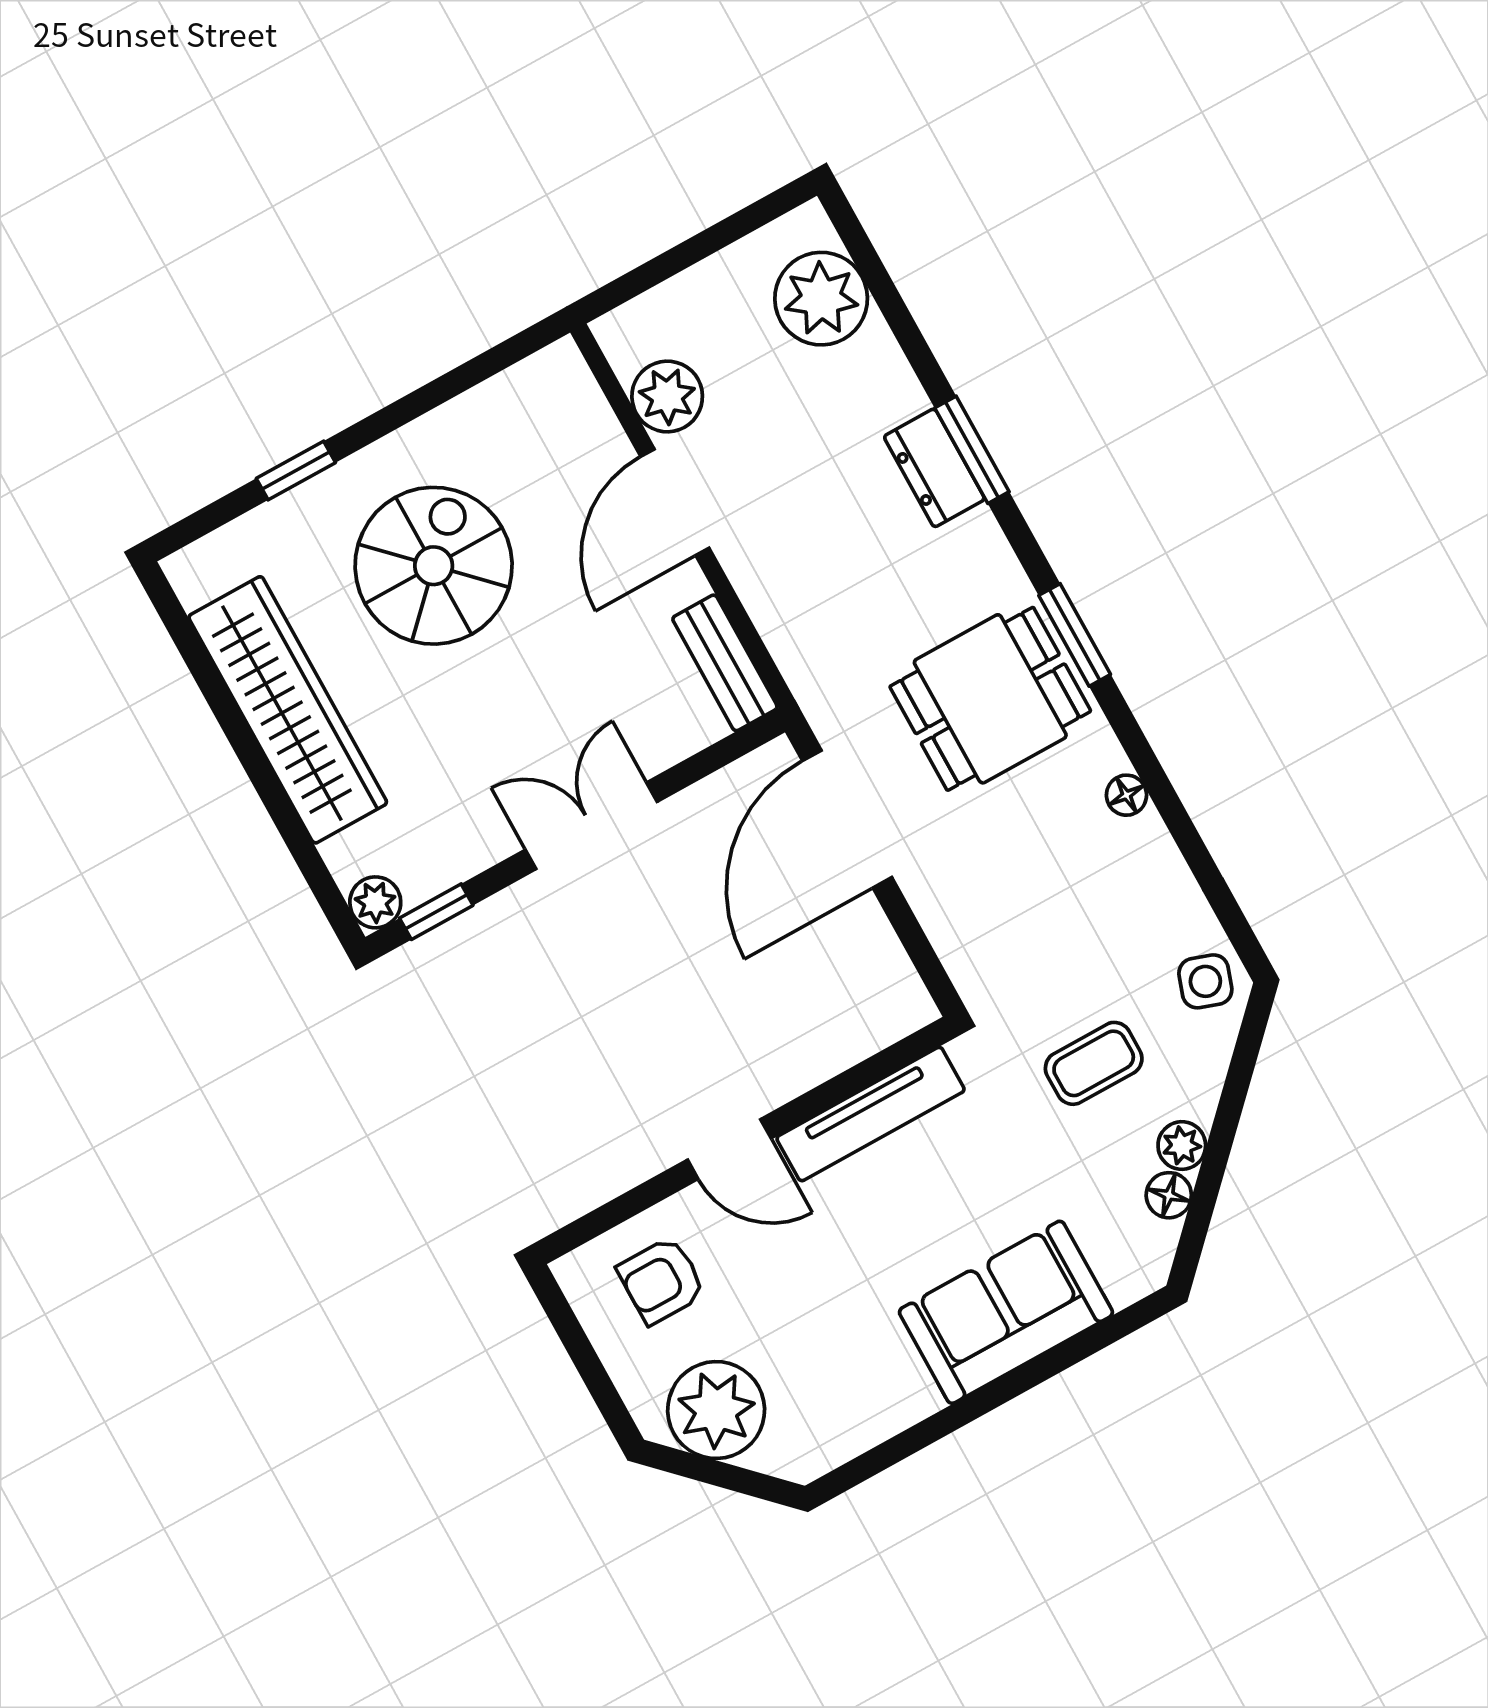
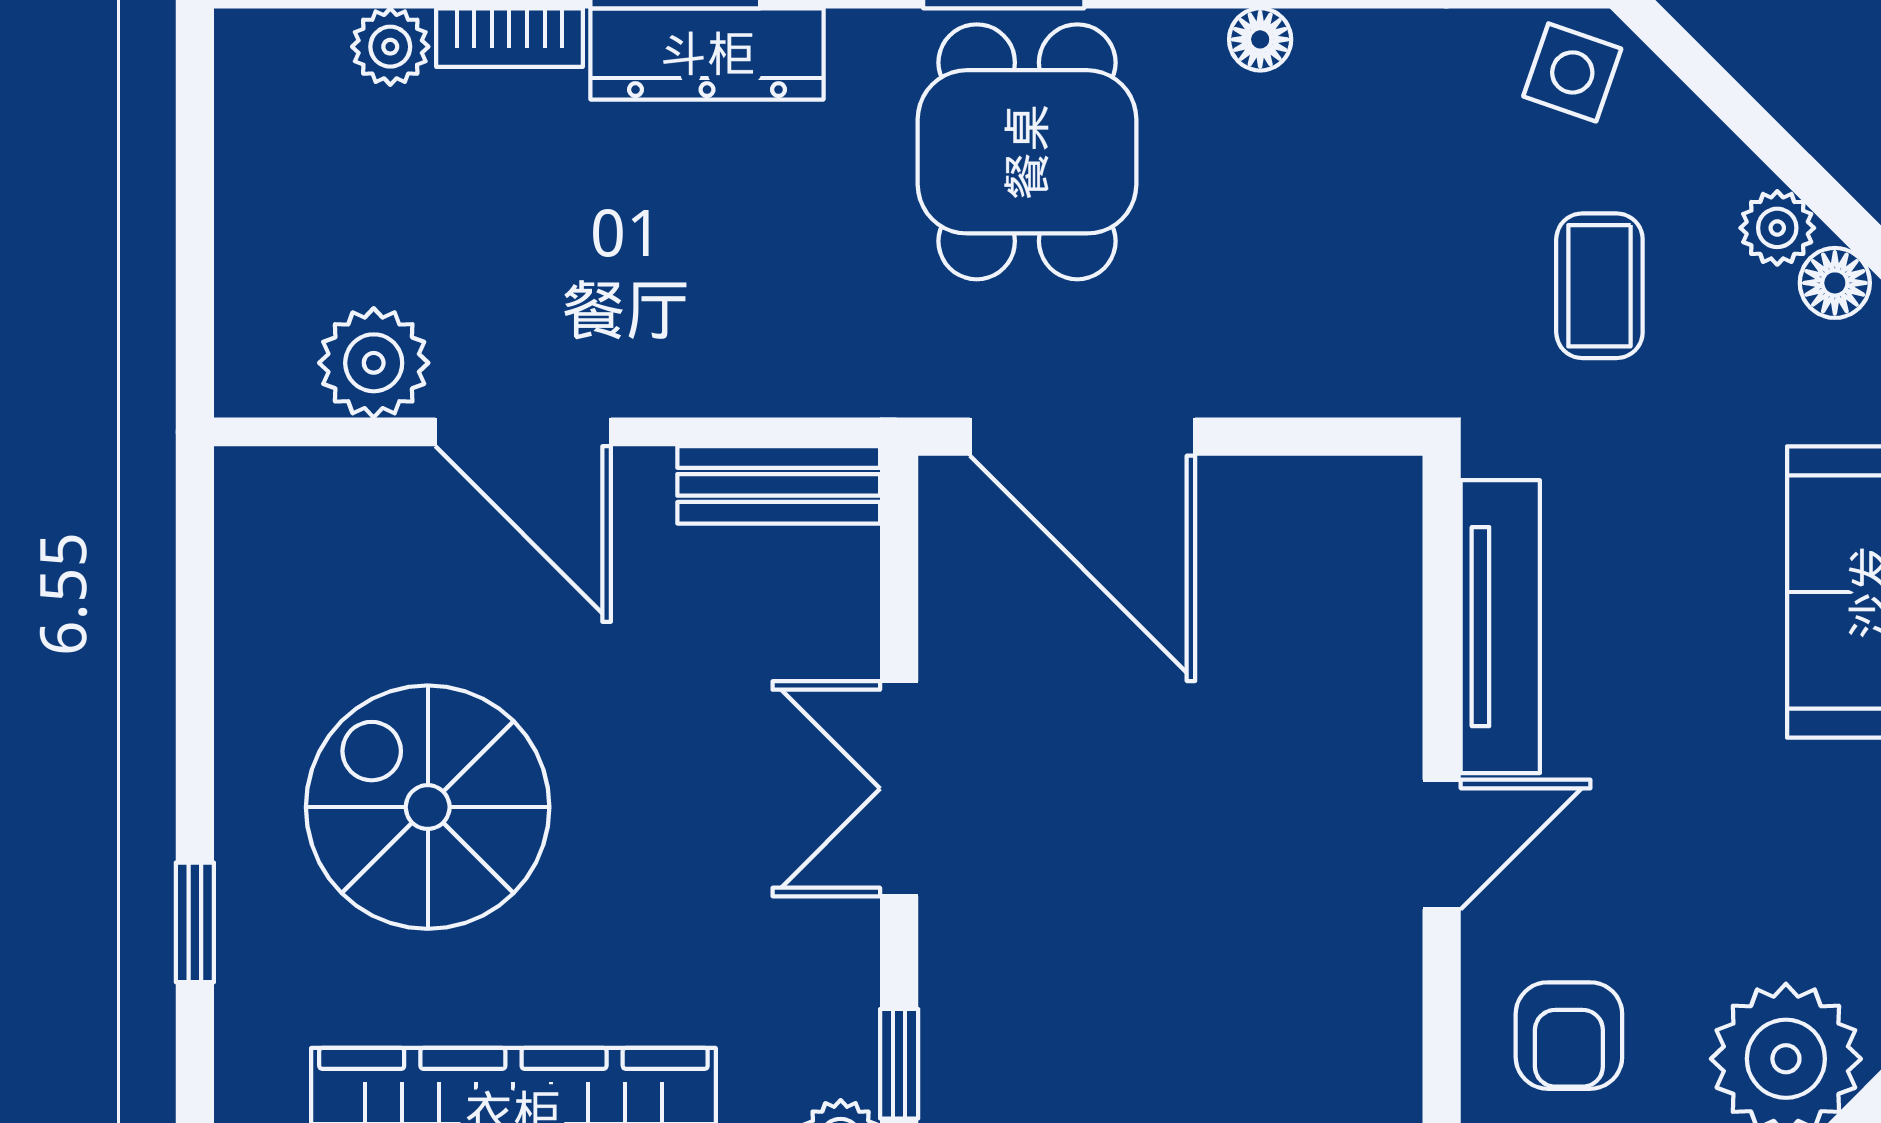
plant: (821, 299) -> (390, 47), width x0.53, depth x0.53
bookcase: (893, 371) -> (509, 38), added
dresser: (934, 468) -> (707, 54), width x1.44

